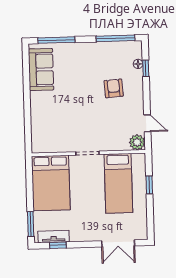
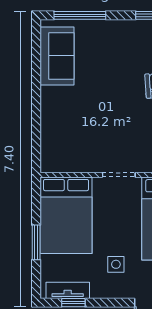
side table: (87, 217) -> (116, 264), added
window: (31, 224) -> (36, 242), moved

